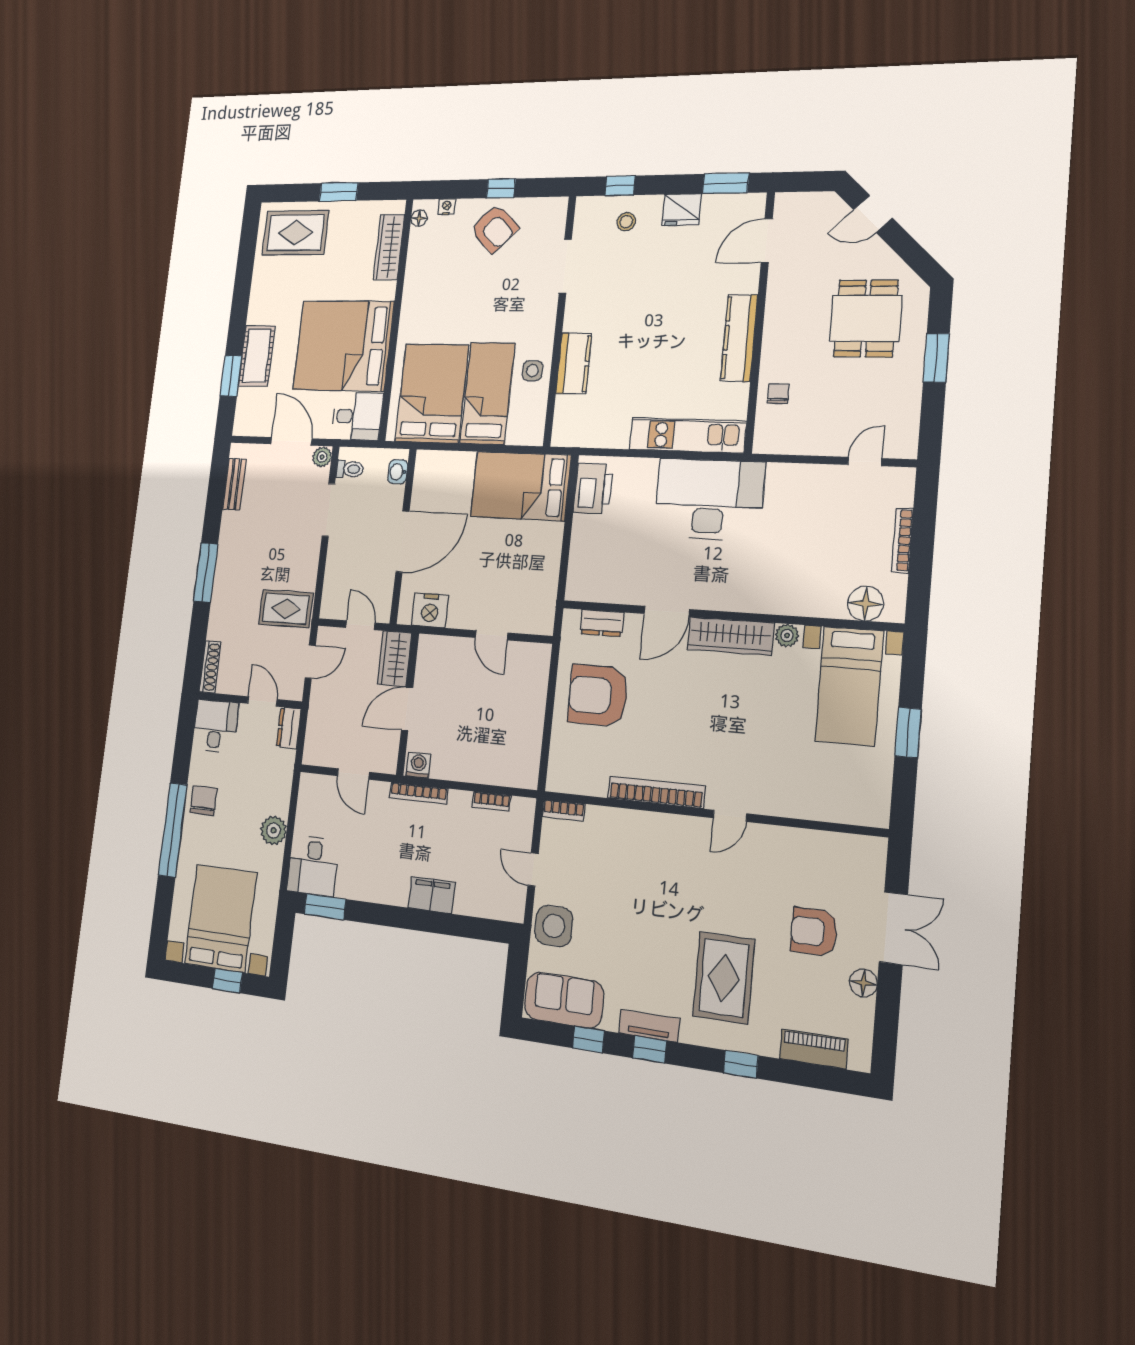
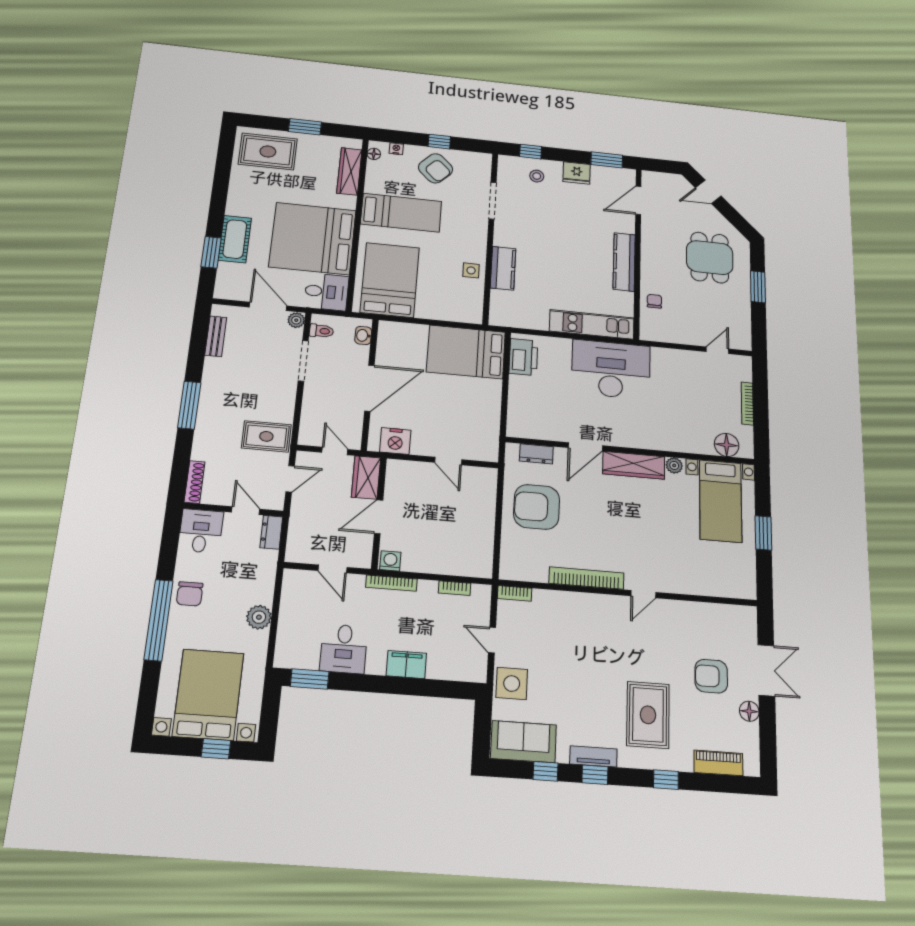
bed: (488, 394) -> (401, 213), moved, turned 90
chair: (204, 801) -> (190, 594), turned 180
desk: (313, 866) -> (344, 649), moved

